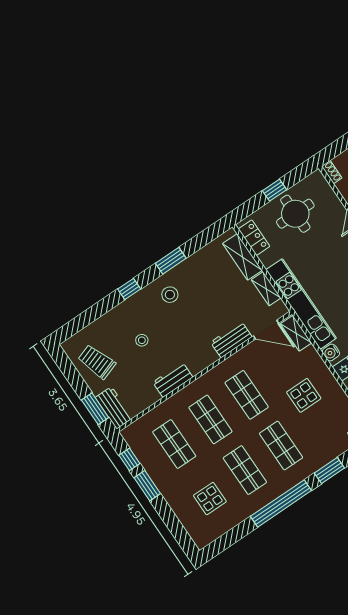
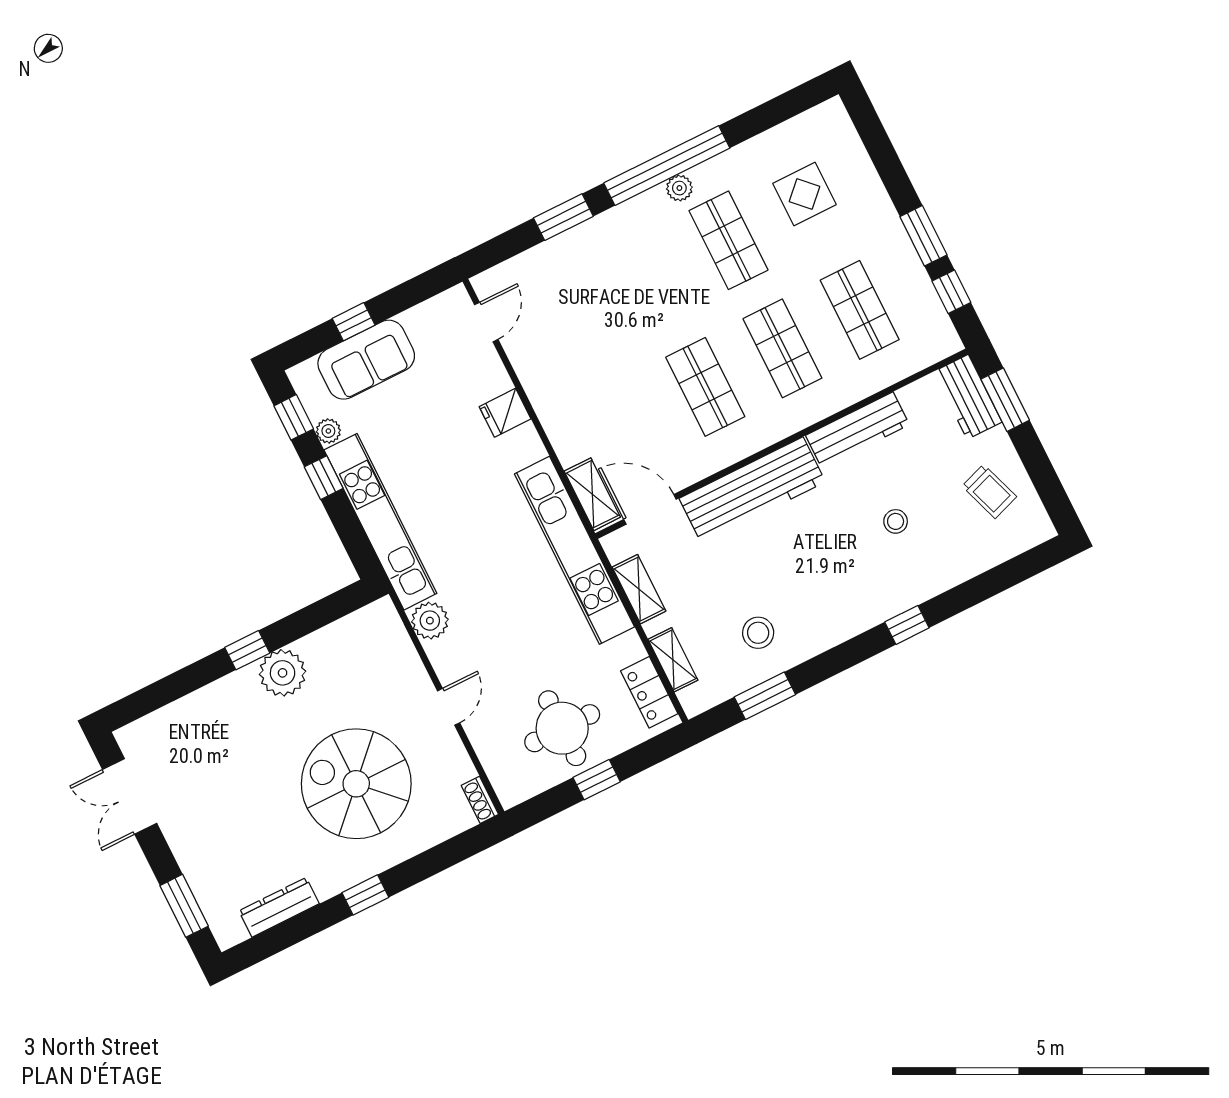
shelving: (242, 257) -> (673, 660), width x0.67, depth x0.75
window: (171, 261) -> (765, 696), moved
stool: (170, 295) -> (758, 633), moved
workbench: (231, 340) -> (752, 490), width x1.88, depth x1.32
water cooler: (331, 352) -> (529, 447), removed
trolley: (97, 362) -> (989, 491), width x0.73, depth x0.72
workbench: (173, 380) -> (857, 430), width x1.38
display table: (304, 395) -> (594, 371), removed
shop shelf: (281, 446) -> (651, 279), removed
plant: (273, 493) -> (679, 188), added

